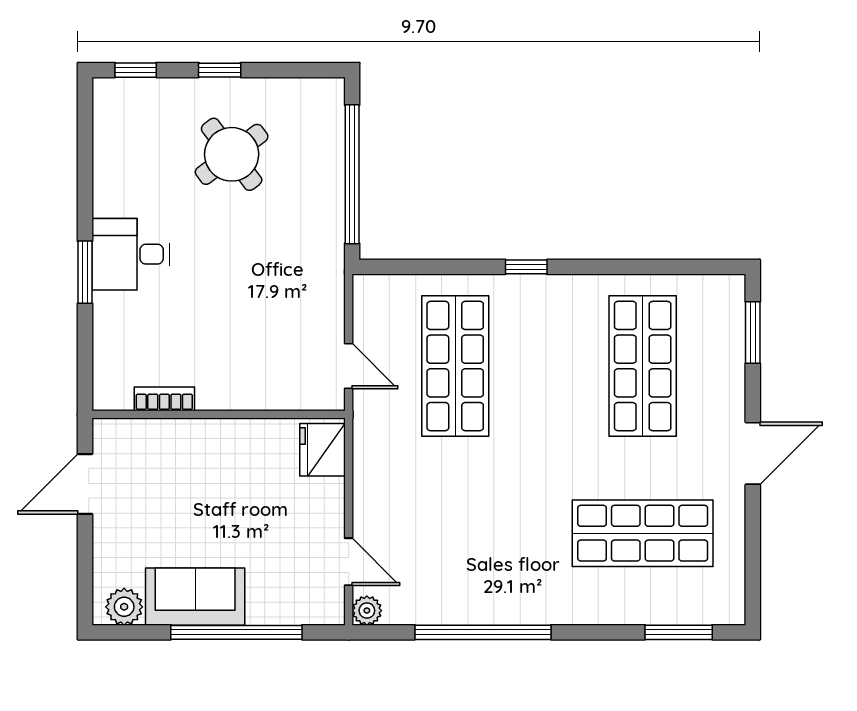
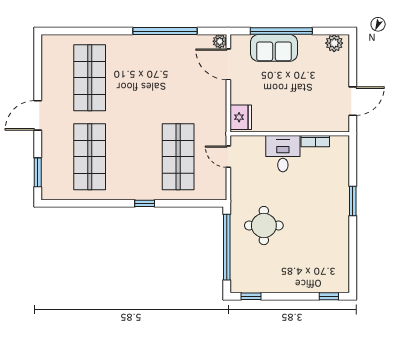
window: (220, 70) -> (251, 296), moved
round table: (232, 154) -> (264, 226), moved, turned 37
desk: (131, 254) -> (283, 154), moved, turned -90
shop shelf: (643, 533) -> (90, 78), turned 90
door: (349, 562) -> (228, 64), width x1.38
sofa: (195, 597) -> (274, 48), moved
window: (679, 632) -> (73, 31), removed

